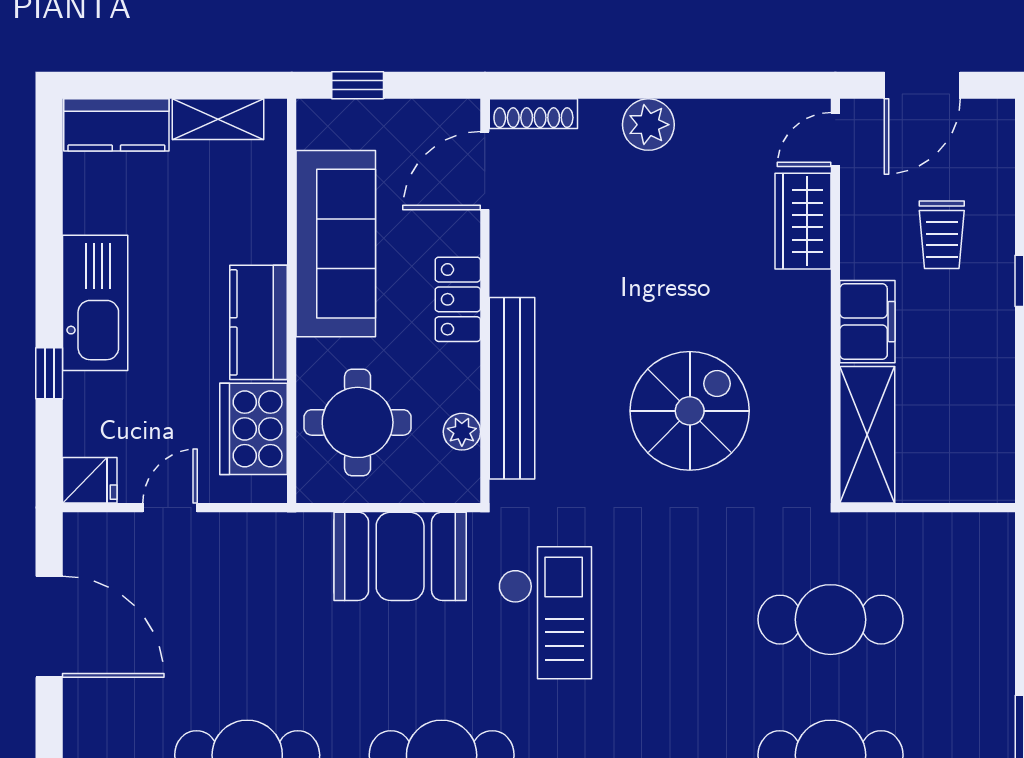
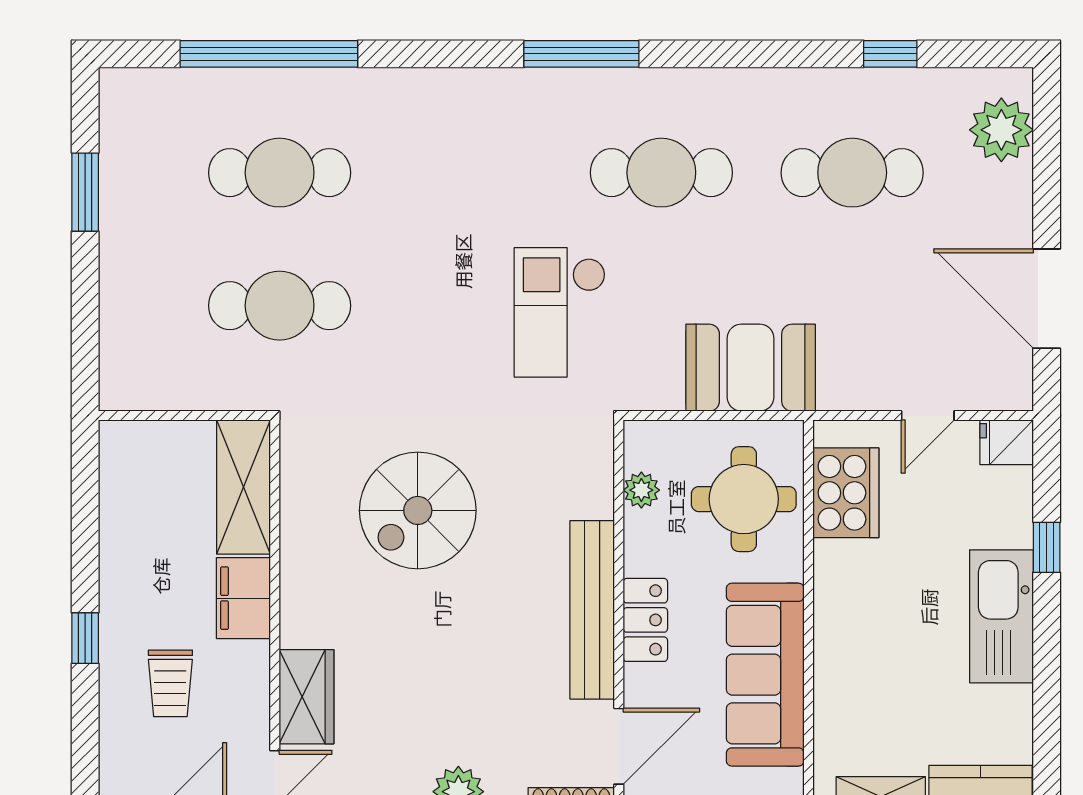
trolley: (942, 235) -> (170, 683), turned 180
kitchen counter: (259, 322) -> (841, 597), removed
bench: (512, 388) -> (592, 610), moved
booth: (400, 556) -> (751, 368), moved

